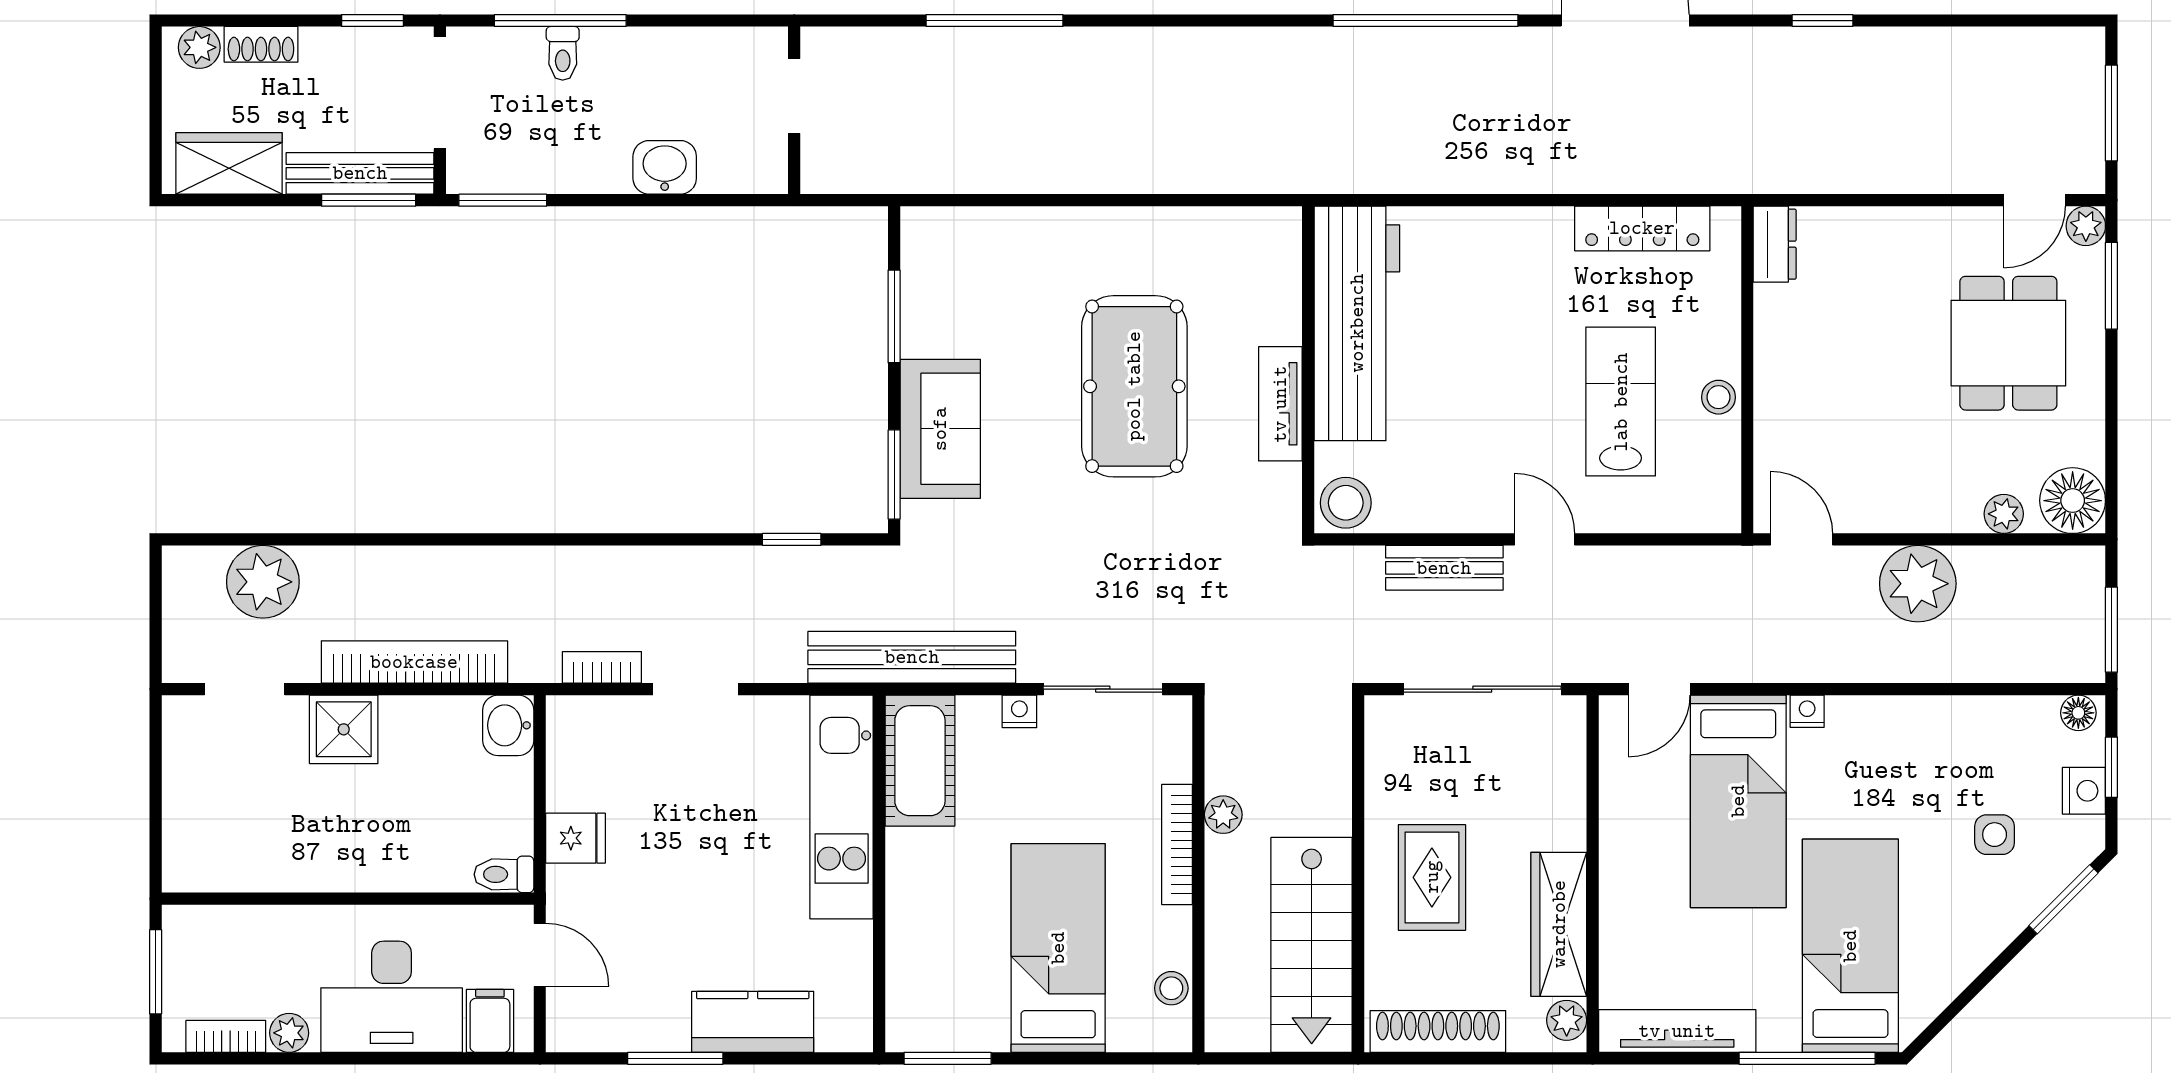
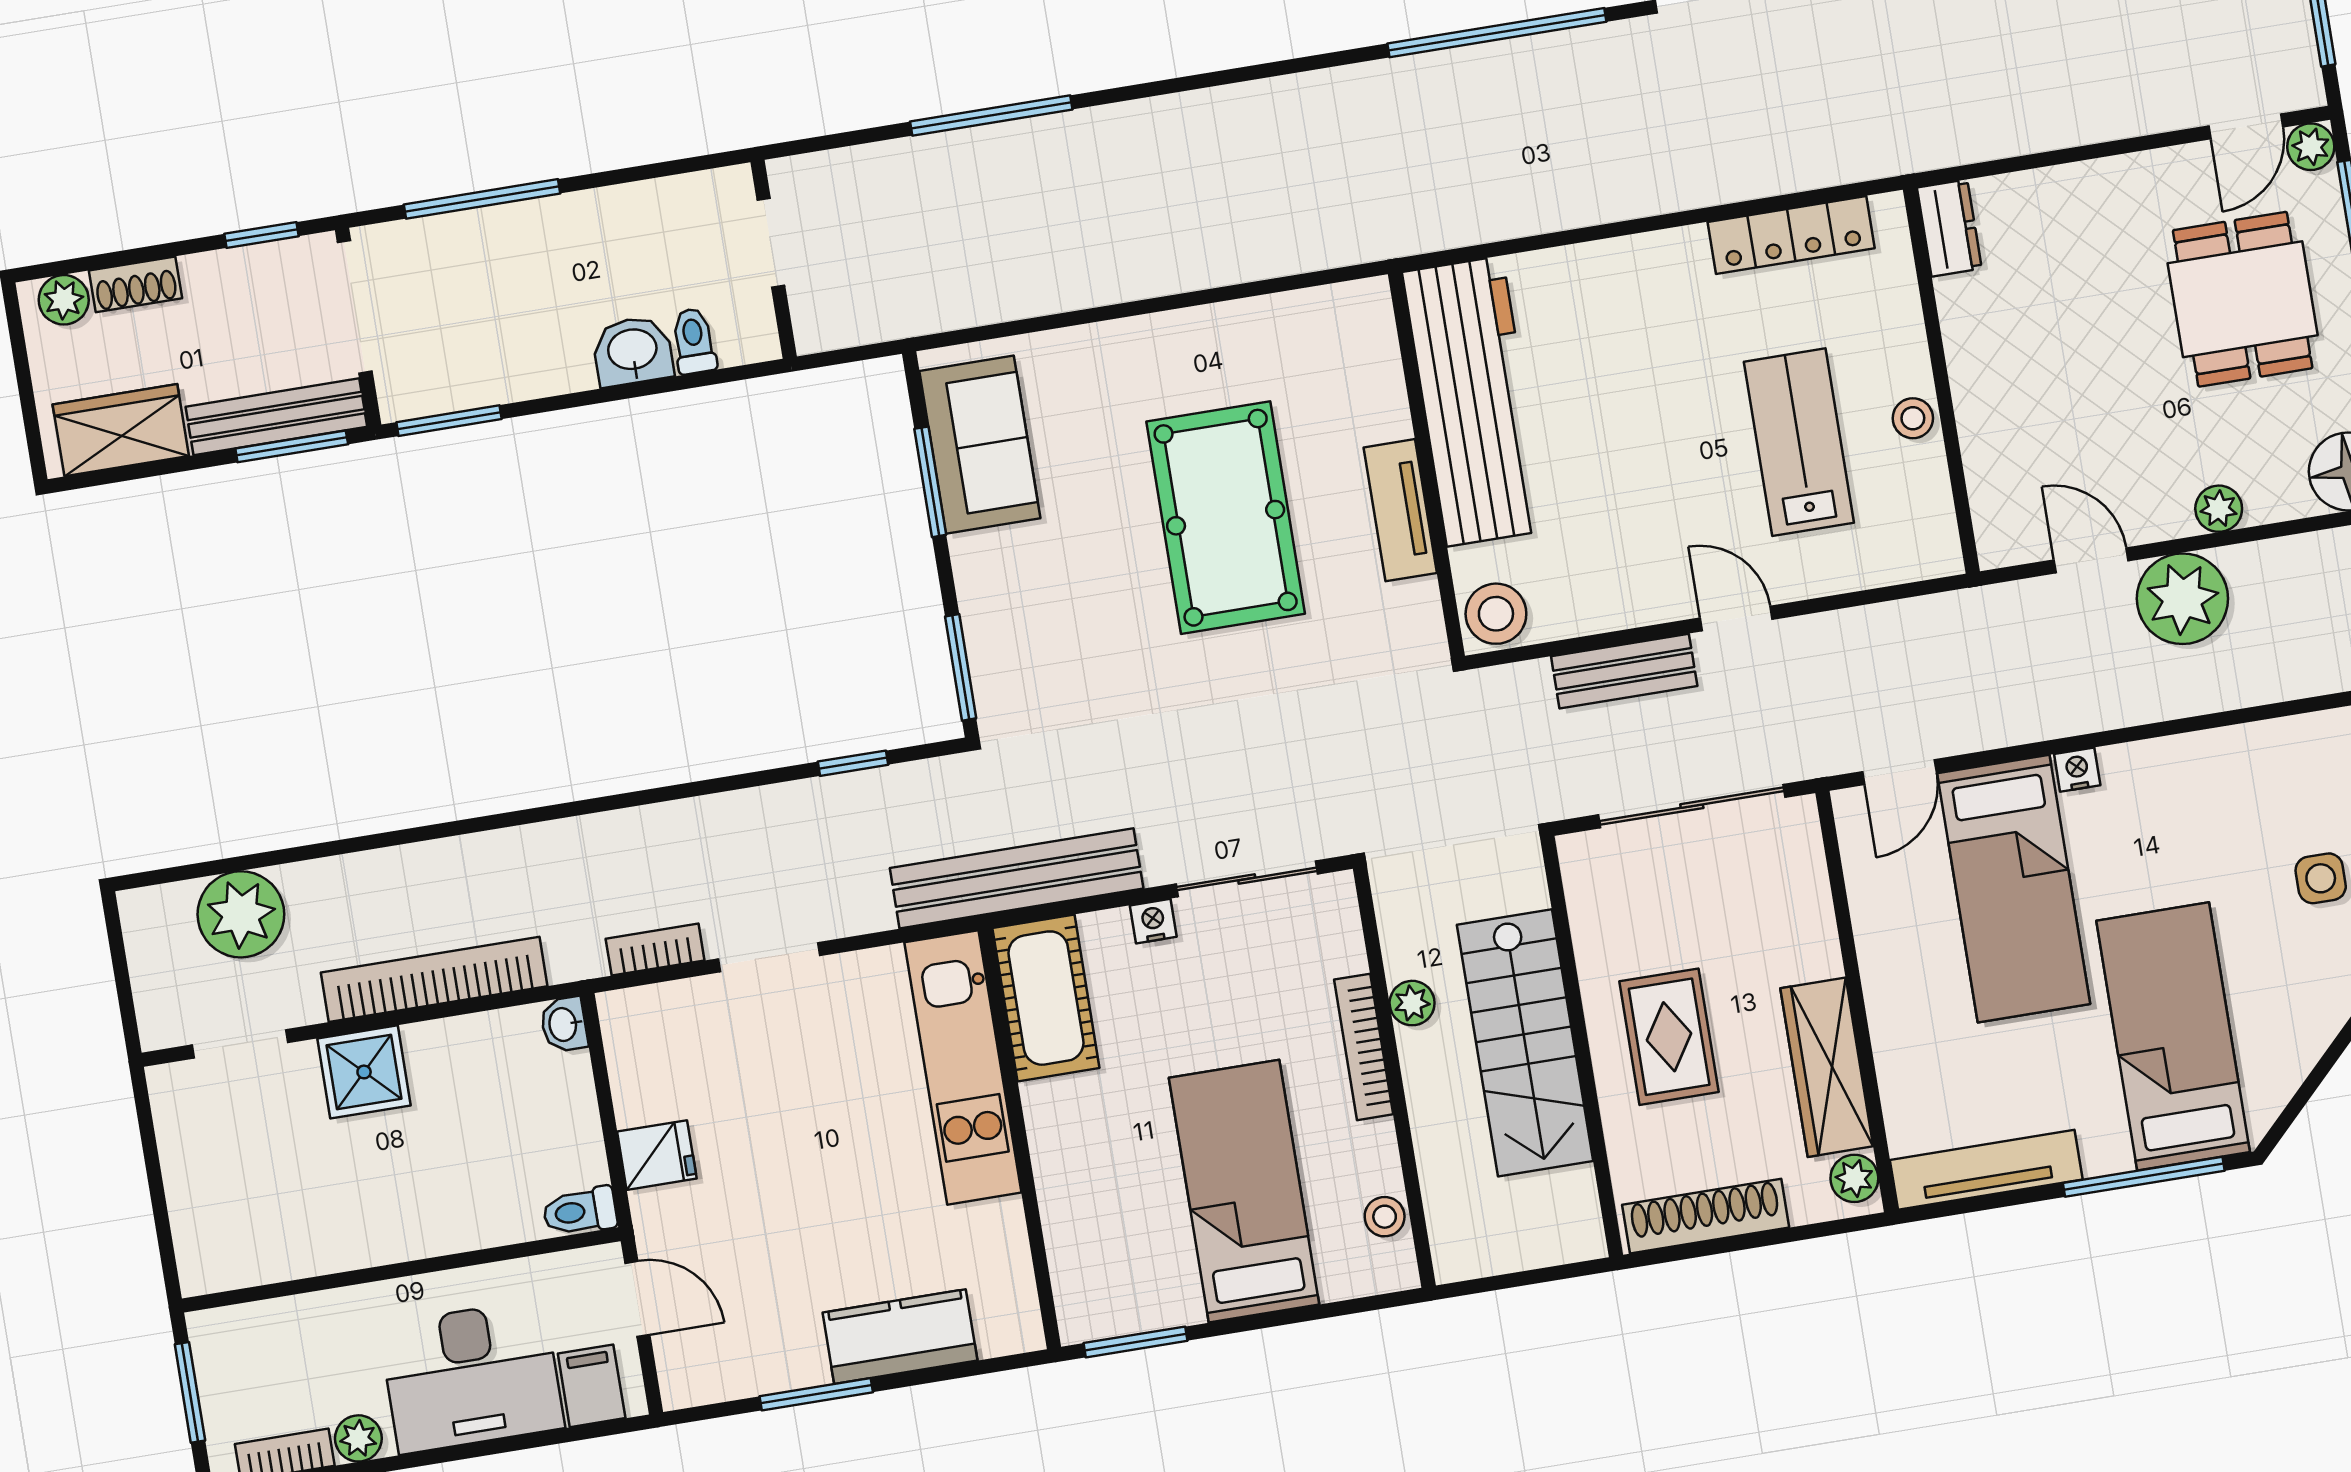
toilet: (563, 53) -> (694, 341), moved, turned 180
sofa: (940, 429) -> (980, 445), moved
plant: (2004, 514) -> (2219, 509), moved
door: (1802, 539) -> (2091, 560), moved
washbasin: (508, 725) -> (564, 1024), width x0.72, depth x0.69
stairs: (1312, 945) -> (1525, 1043), moved

